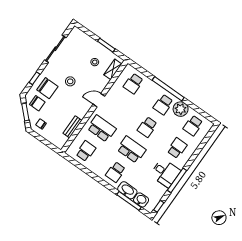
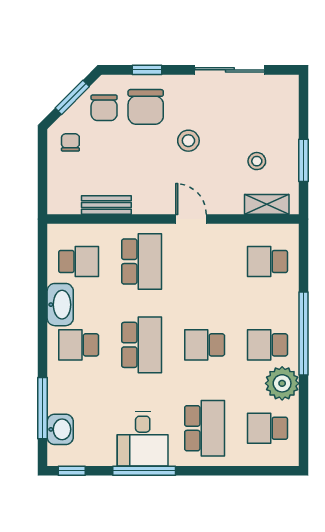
school desk: (177, 148) -> (205, 428), width x1.85
washbasin: (127, 190) -> (60, 305), moved

